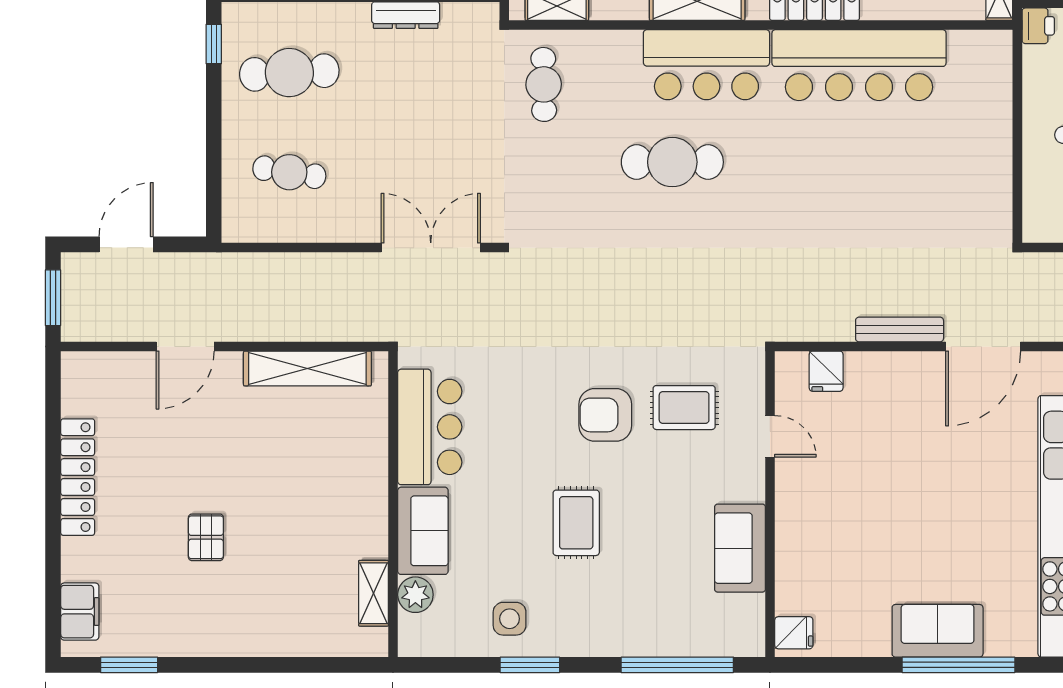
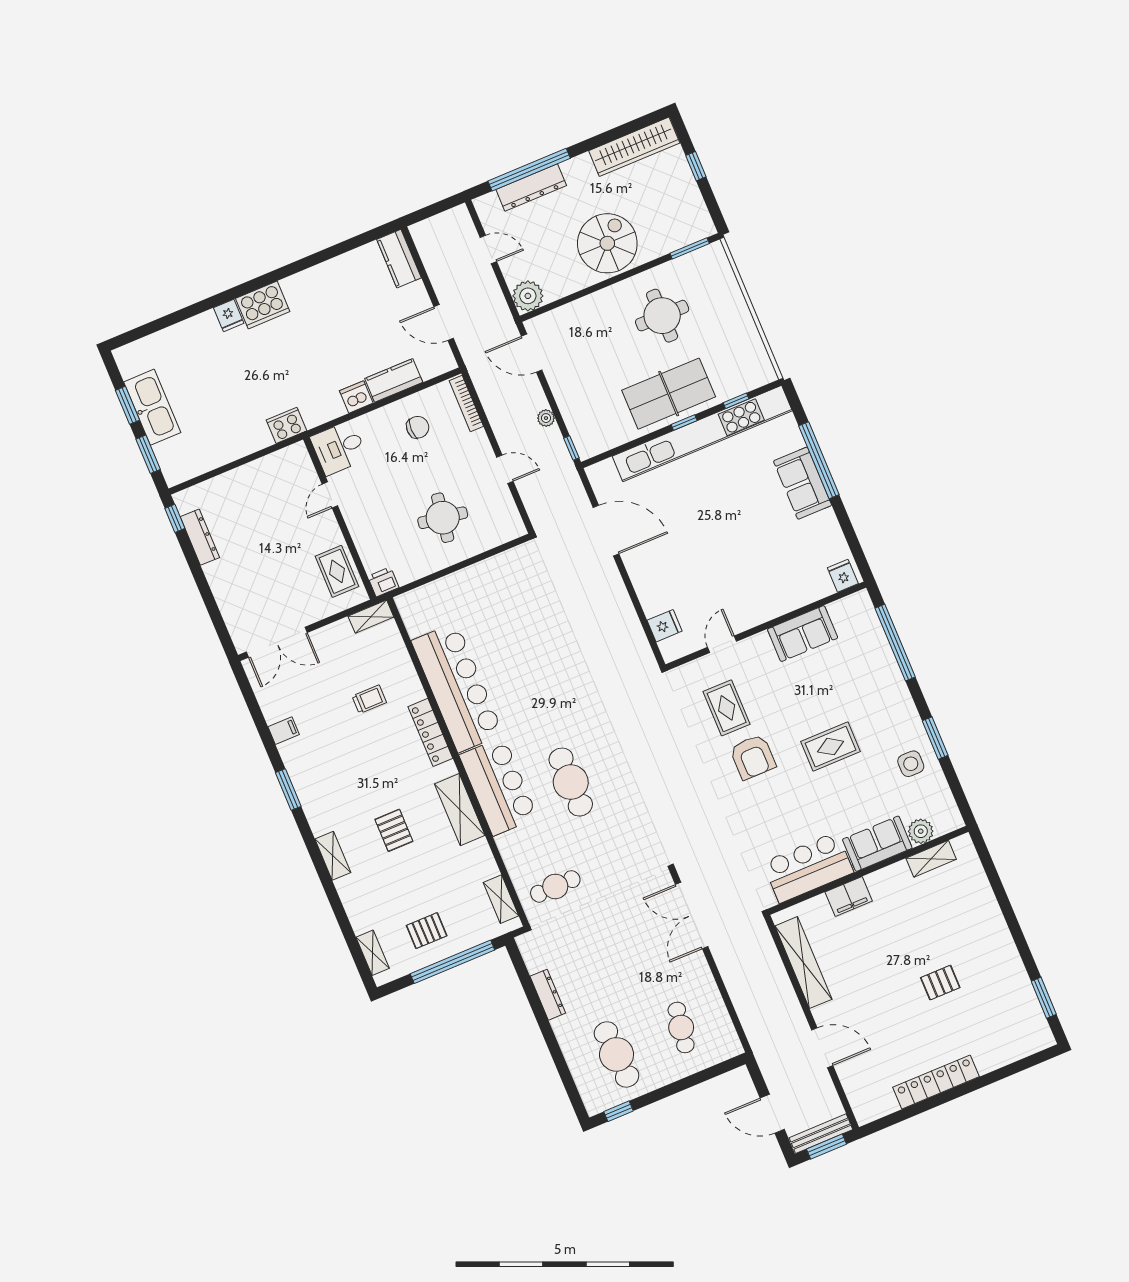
bench: (900, 329) -> (821, 1134), moved, turned 90
filing cabinet: (80, 612) -> (849, 896), moved, turned 180

